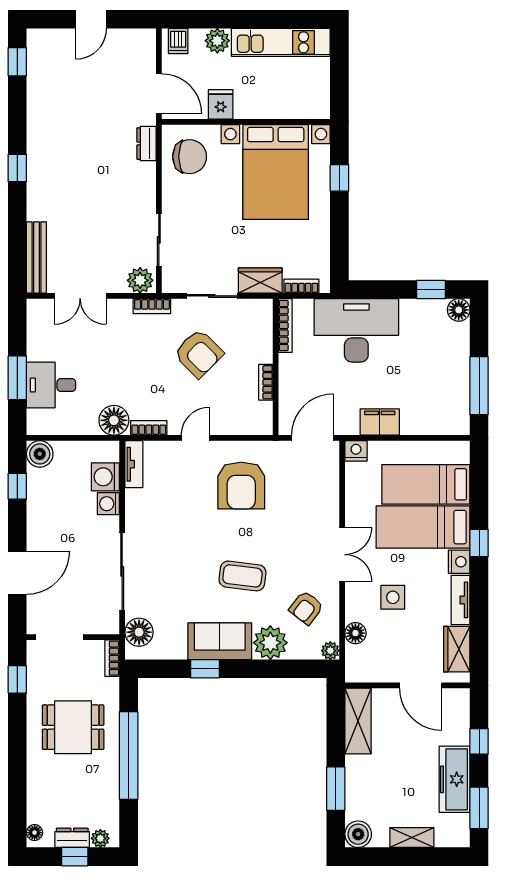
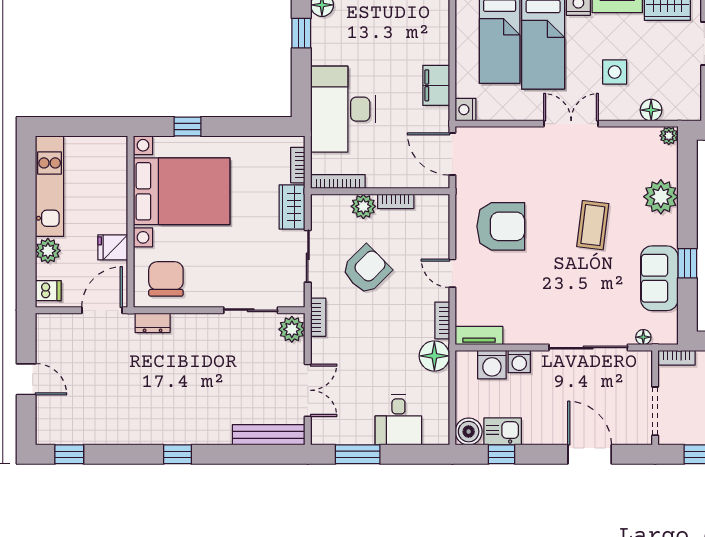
plant: (261, 351) -> (363, 206), added
window: (17, 378) -> (358, 454), moved
kitchen sink: (40, 487) -> (503, 431), added
armchair: (306, 608) -> (625, 160), removed
floor lamp: (139, 632) -> (643, 337), width x0.53, depth x0.53
sofa: (220, 641) -> (659, 278), moved

